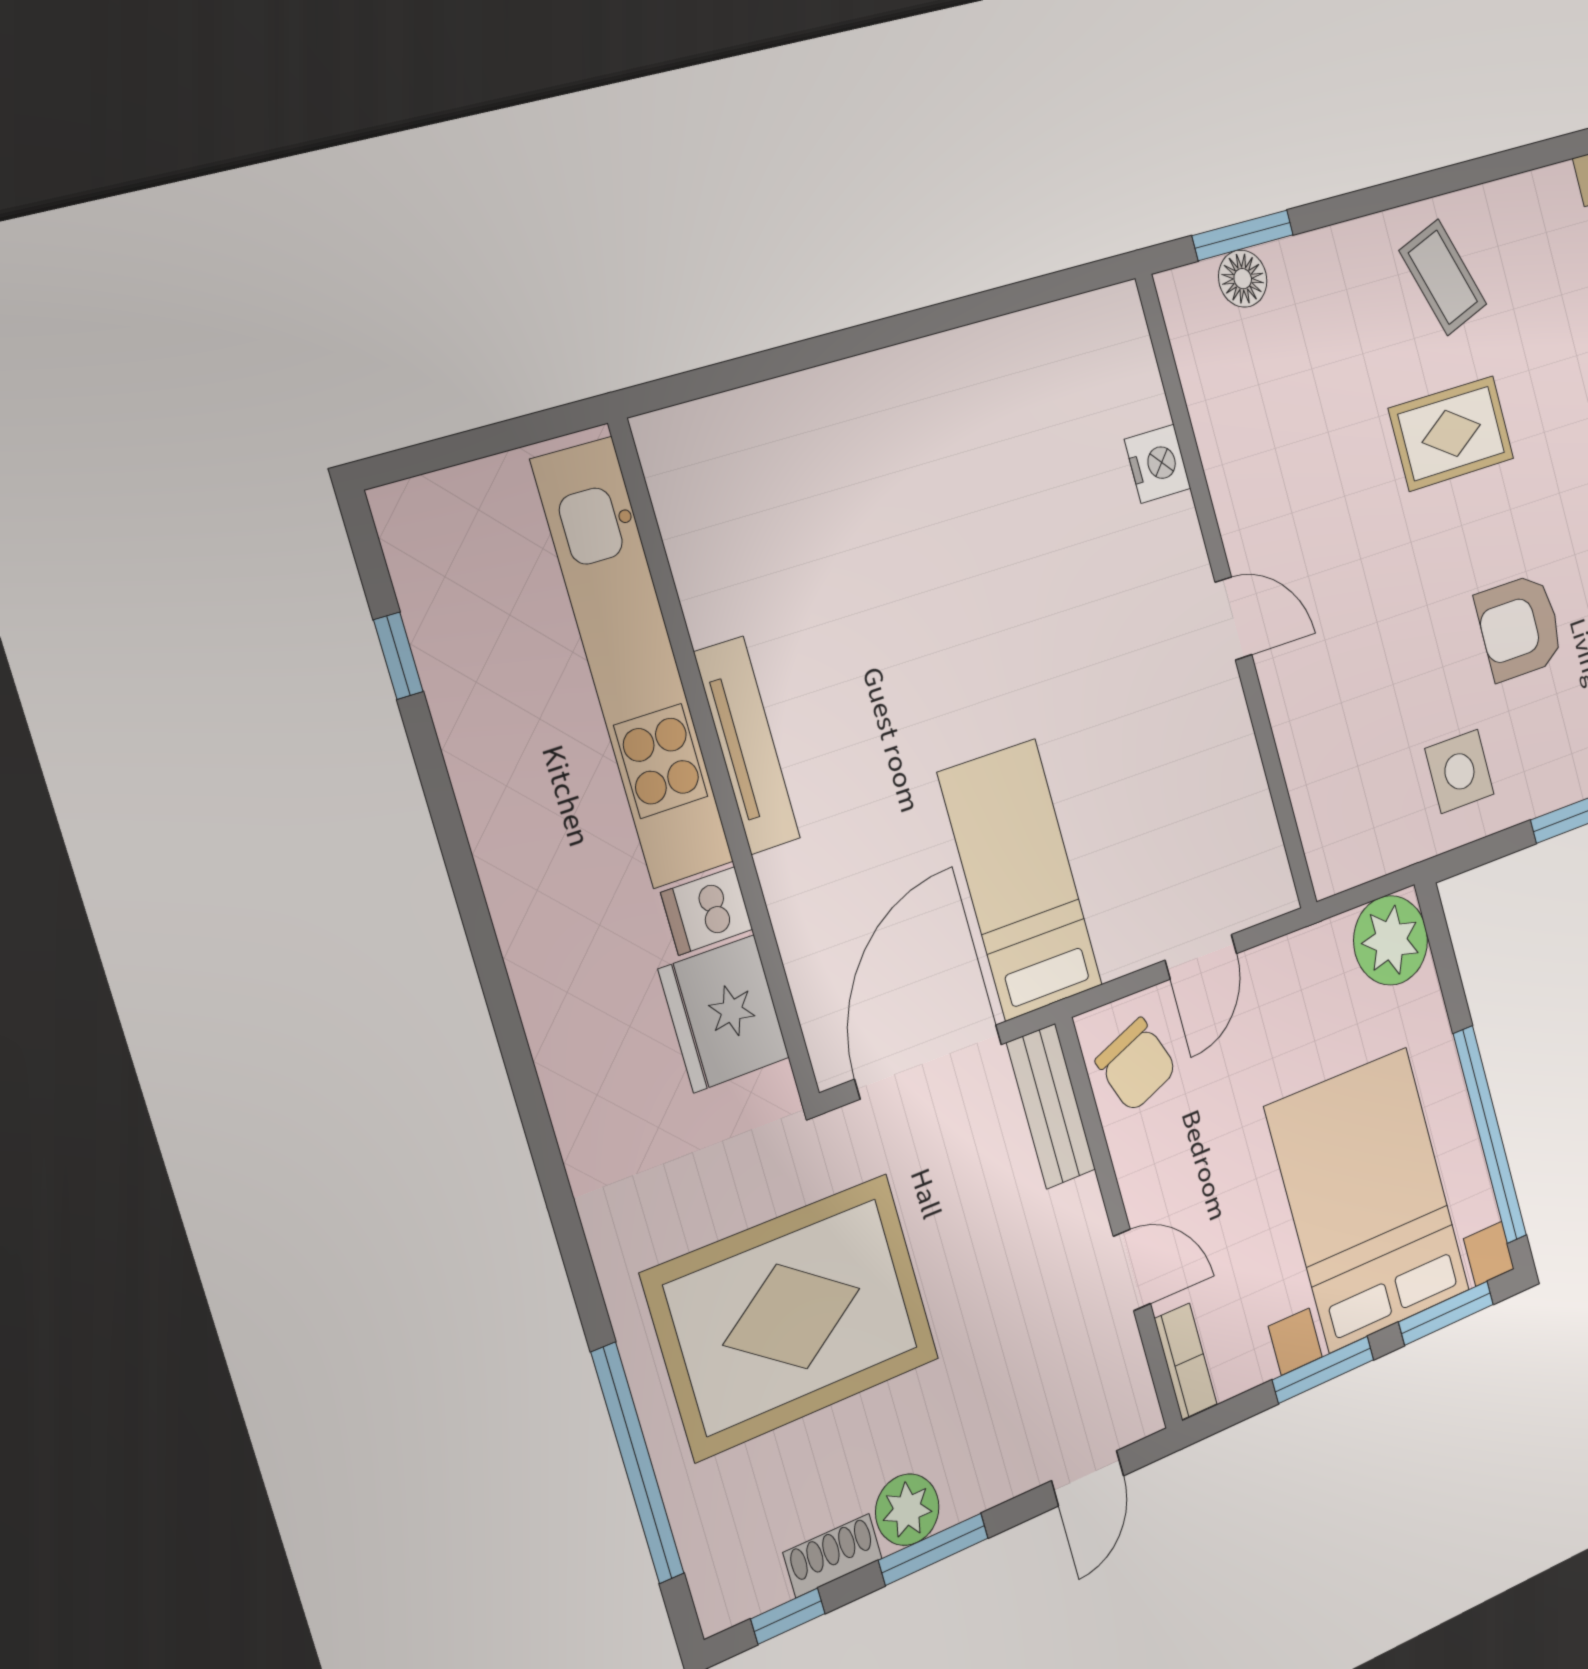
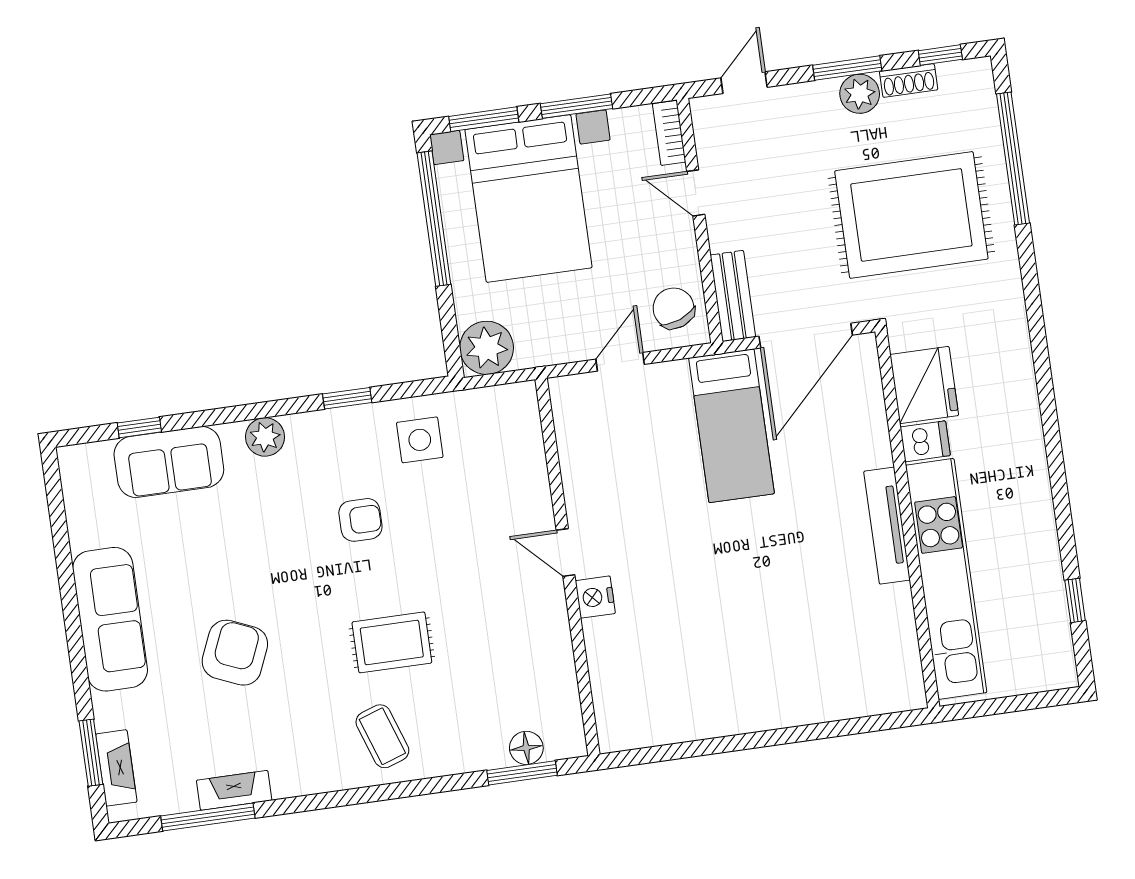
nightstand: (1158, 464) -> (595, 597), moved
armchair: (1519, 627) -> (360, 520), width x0.72, depth x0.72

